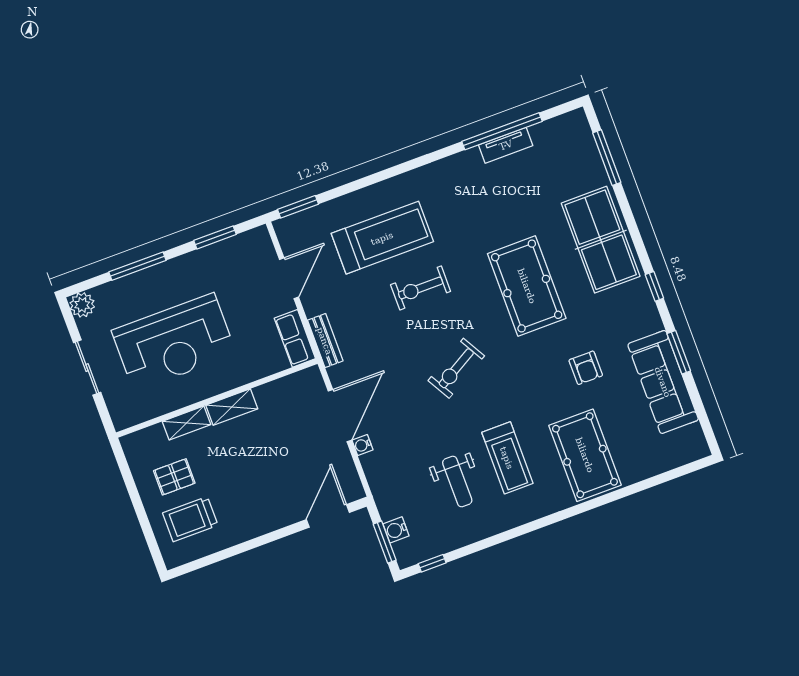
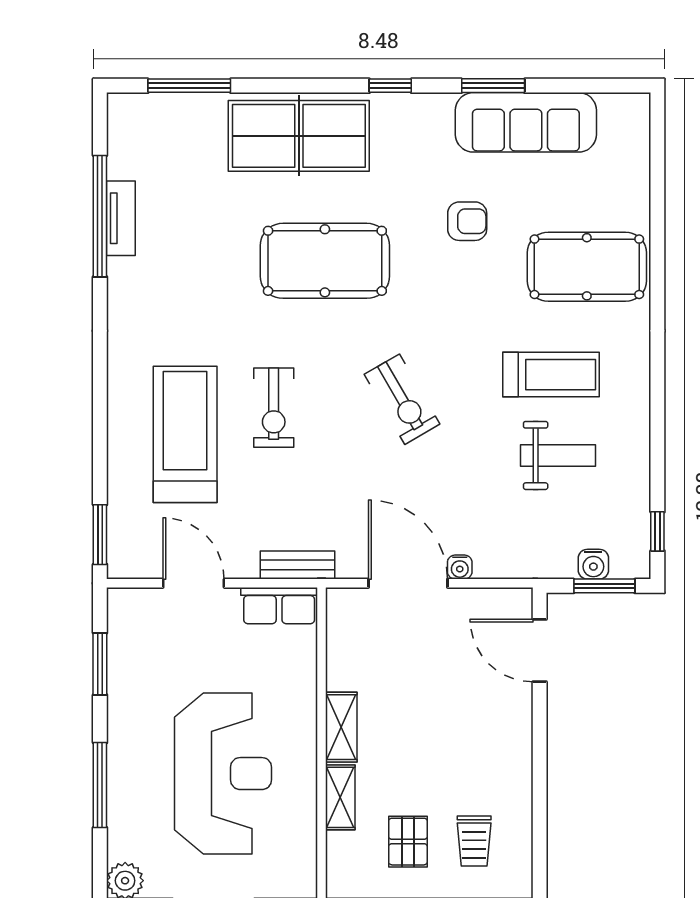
trolley: (190, 519) -> (474, 841), width x0.73, depth x0.72

